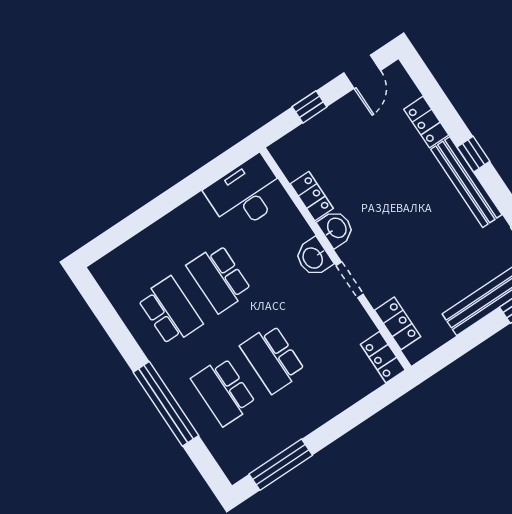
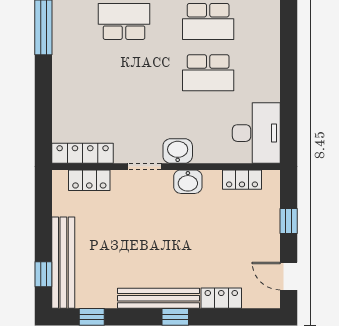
locker: (312, 196) -> (242, 180), moved
school desk: (219, 278) -> (208, 73), turned 180
locker: (383, 357) -> (83, 153), width x1.53
school desk: (273, 359) -> (124, 73), removed

